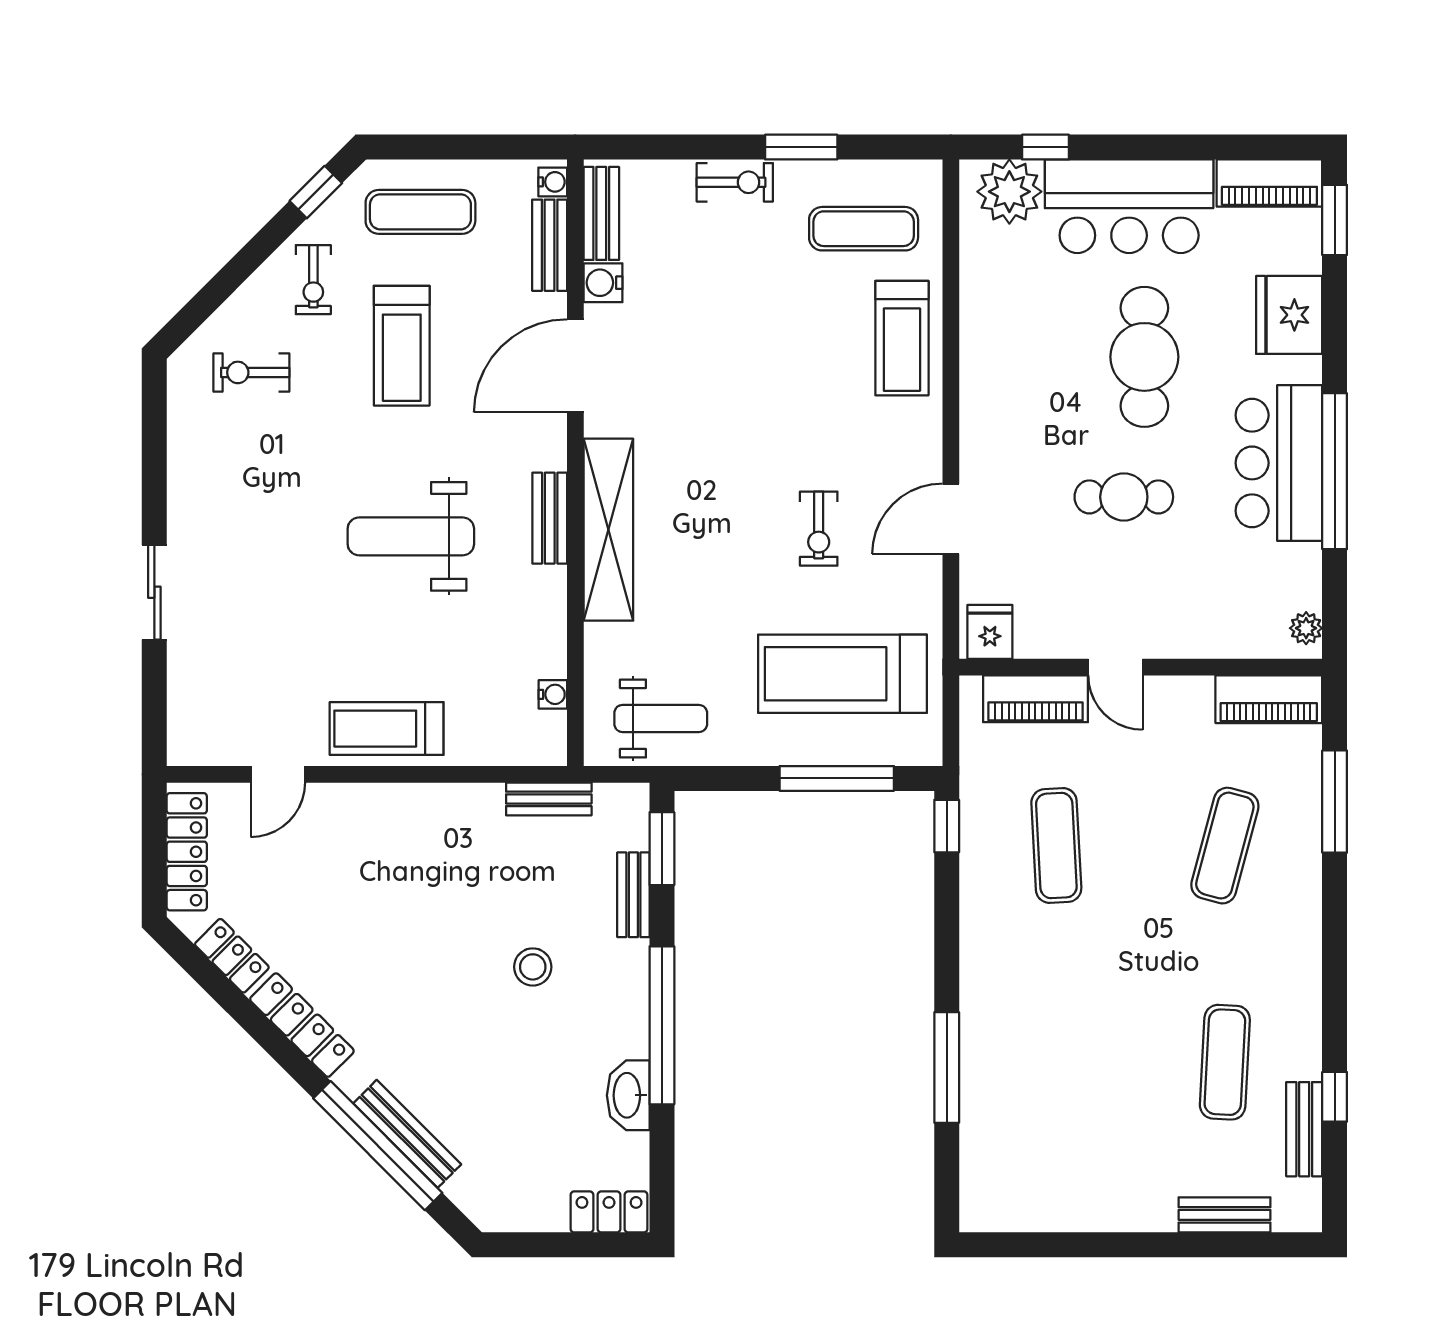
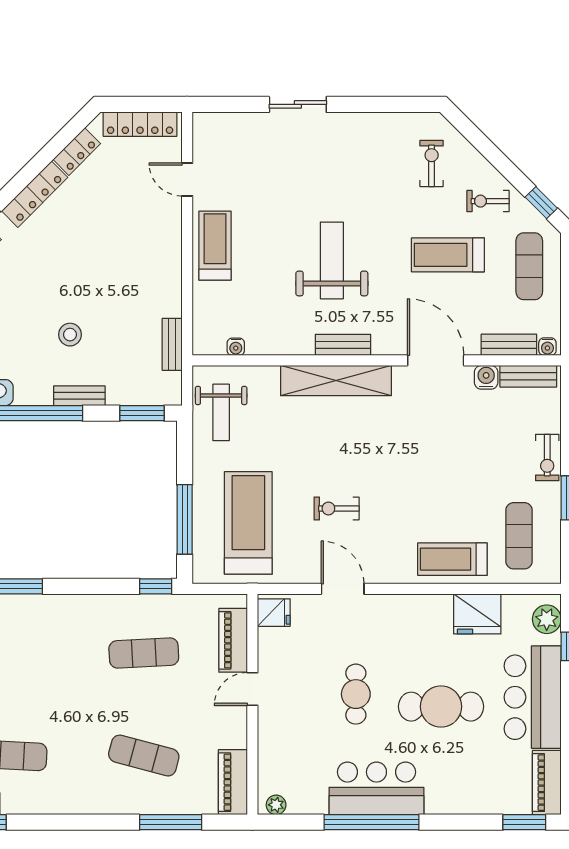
plant: (1009, 192) -> (547, 619), width x0.73, depth x0.73
fridge: (1289, 315) -> (477, 614), moved, turned 180
bench: (633, 895) -> (79, 396), moved

